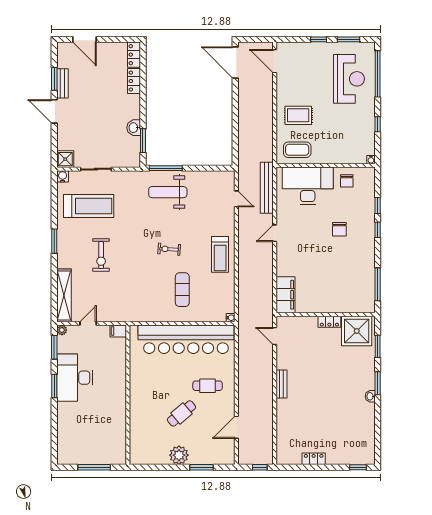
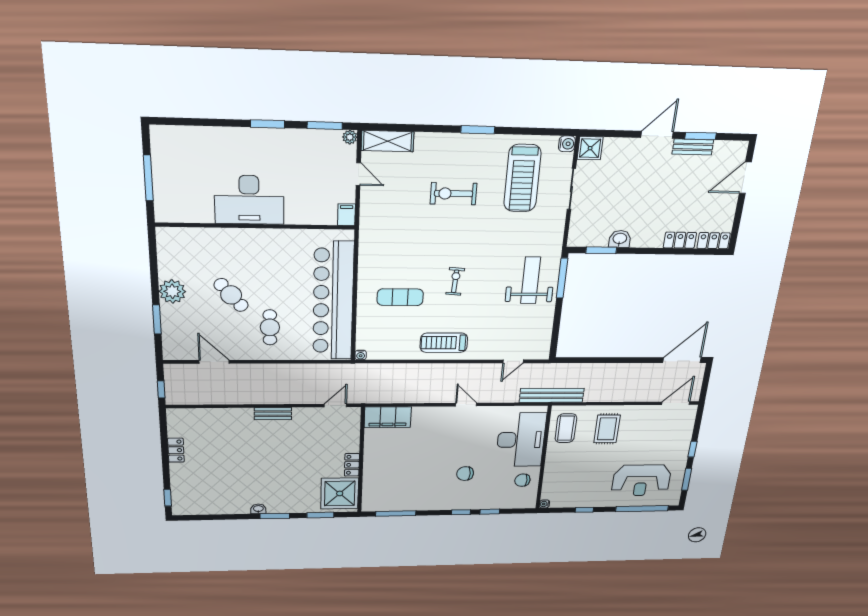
bench: (267, 188) -> (552, 395), moved
shelving: (64, 295) -> (388, 141), width x0.68
desk: (75, 378) -> (249, 200), moved, turned 180

